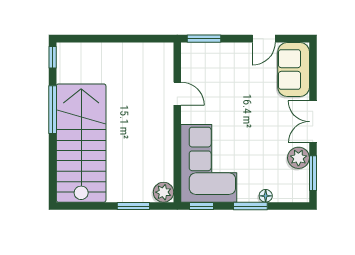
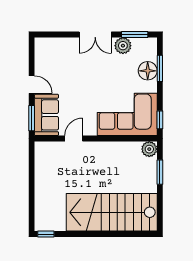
door: (264, 39) -> (32, 85), moved
sofa: (294, 70) -> (46, 115), moved, turned -90
window: (53, 110) -> (86, 234), removed
floor lamp: (266, 196) -> (148, 71), width x1.89, depth x1.89
window: (250, 206) -> (160, 68), moved

